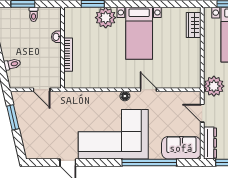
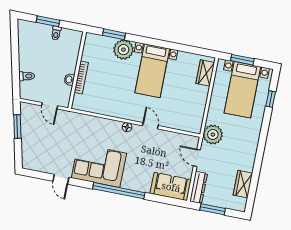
washbasin: (56, 37) -> (69, 80), moved
corner sofa: (113, 134) -> (99, 166), width x0.73, depth x0.74
window: (149, 162) -> (119, 191), moved

